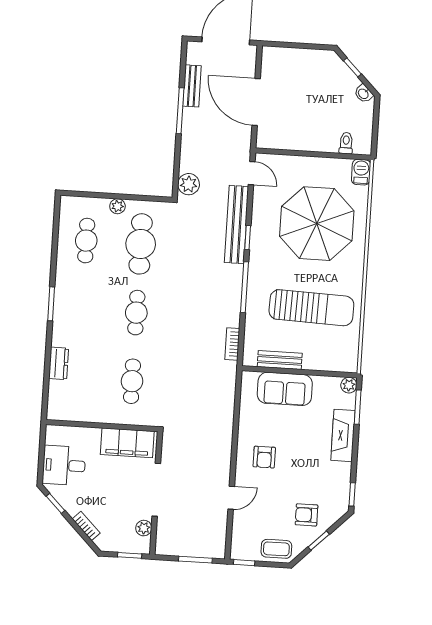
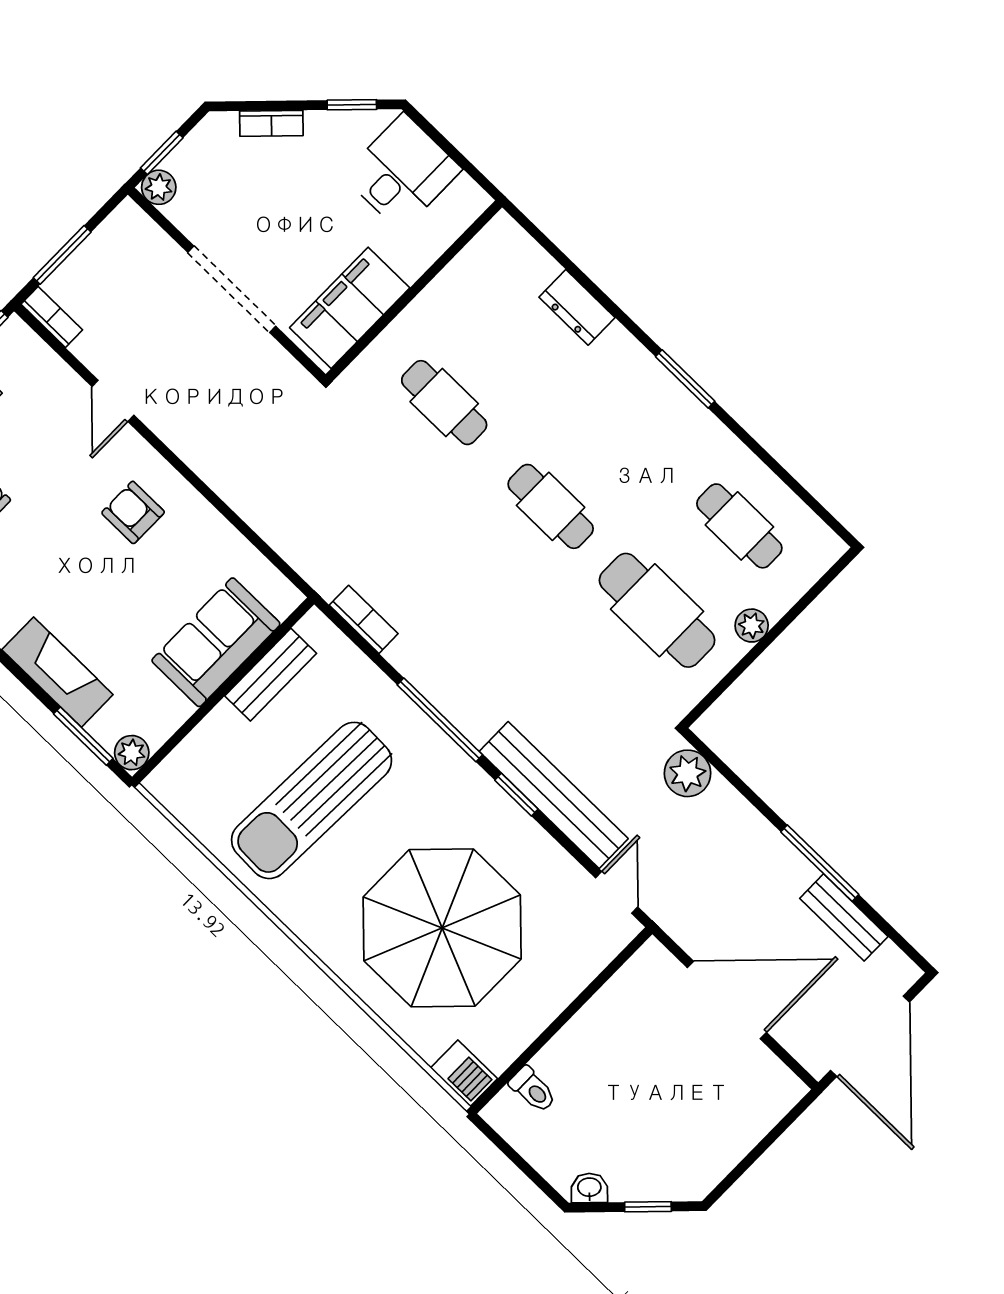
door: (252, 173) -> (617, 892), swing flipped
plant: (144, 528) -> (159, 187), moved
bookcase: (220, 544) -> (52, 317), added

